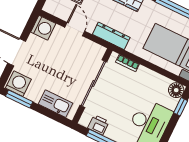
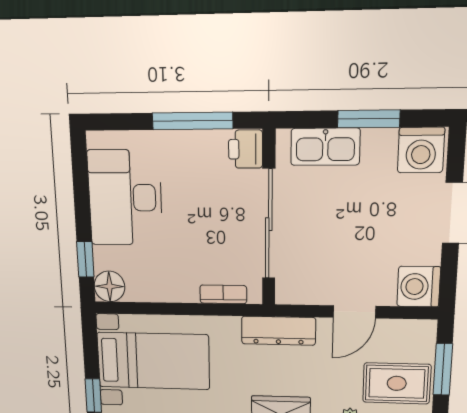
door: (75, 29) -> (354, 312), hinge flipped
window: (19, 99) -> (369, 119), moved
printer: (98, 125) -> (245, 149), moved, turned 90

